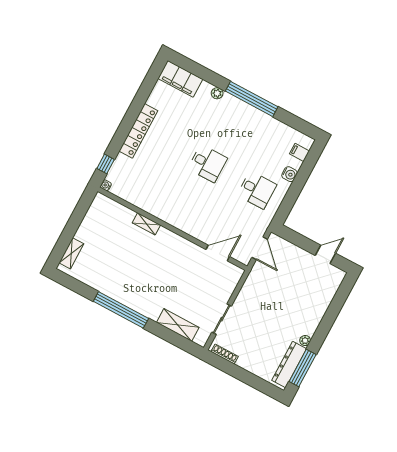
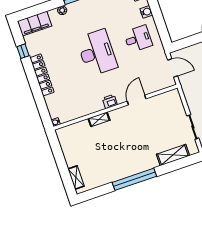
desk: (207, 163) -> (97, 53), width x1.87, depth x1.30
window: (106, 164) -> (23, 51), moved
printer: (173, 218) -> (110, 101), added
door: (218, 253) -> (137, 100), moved

